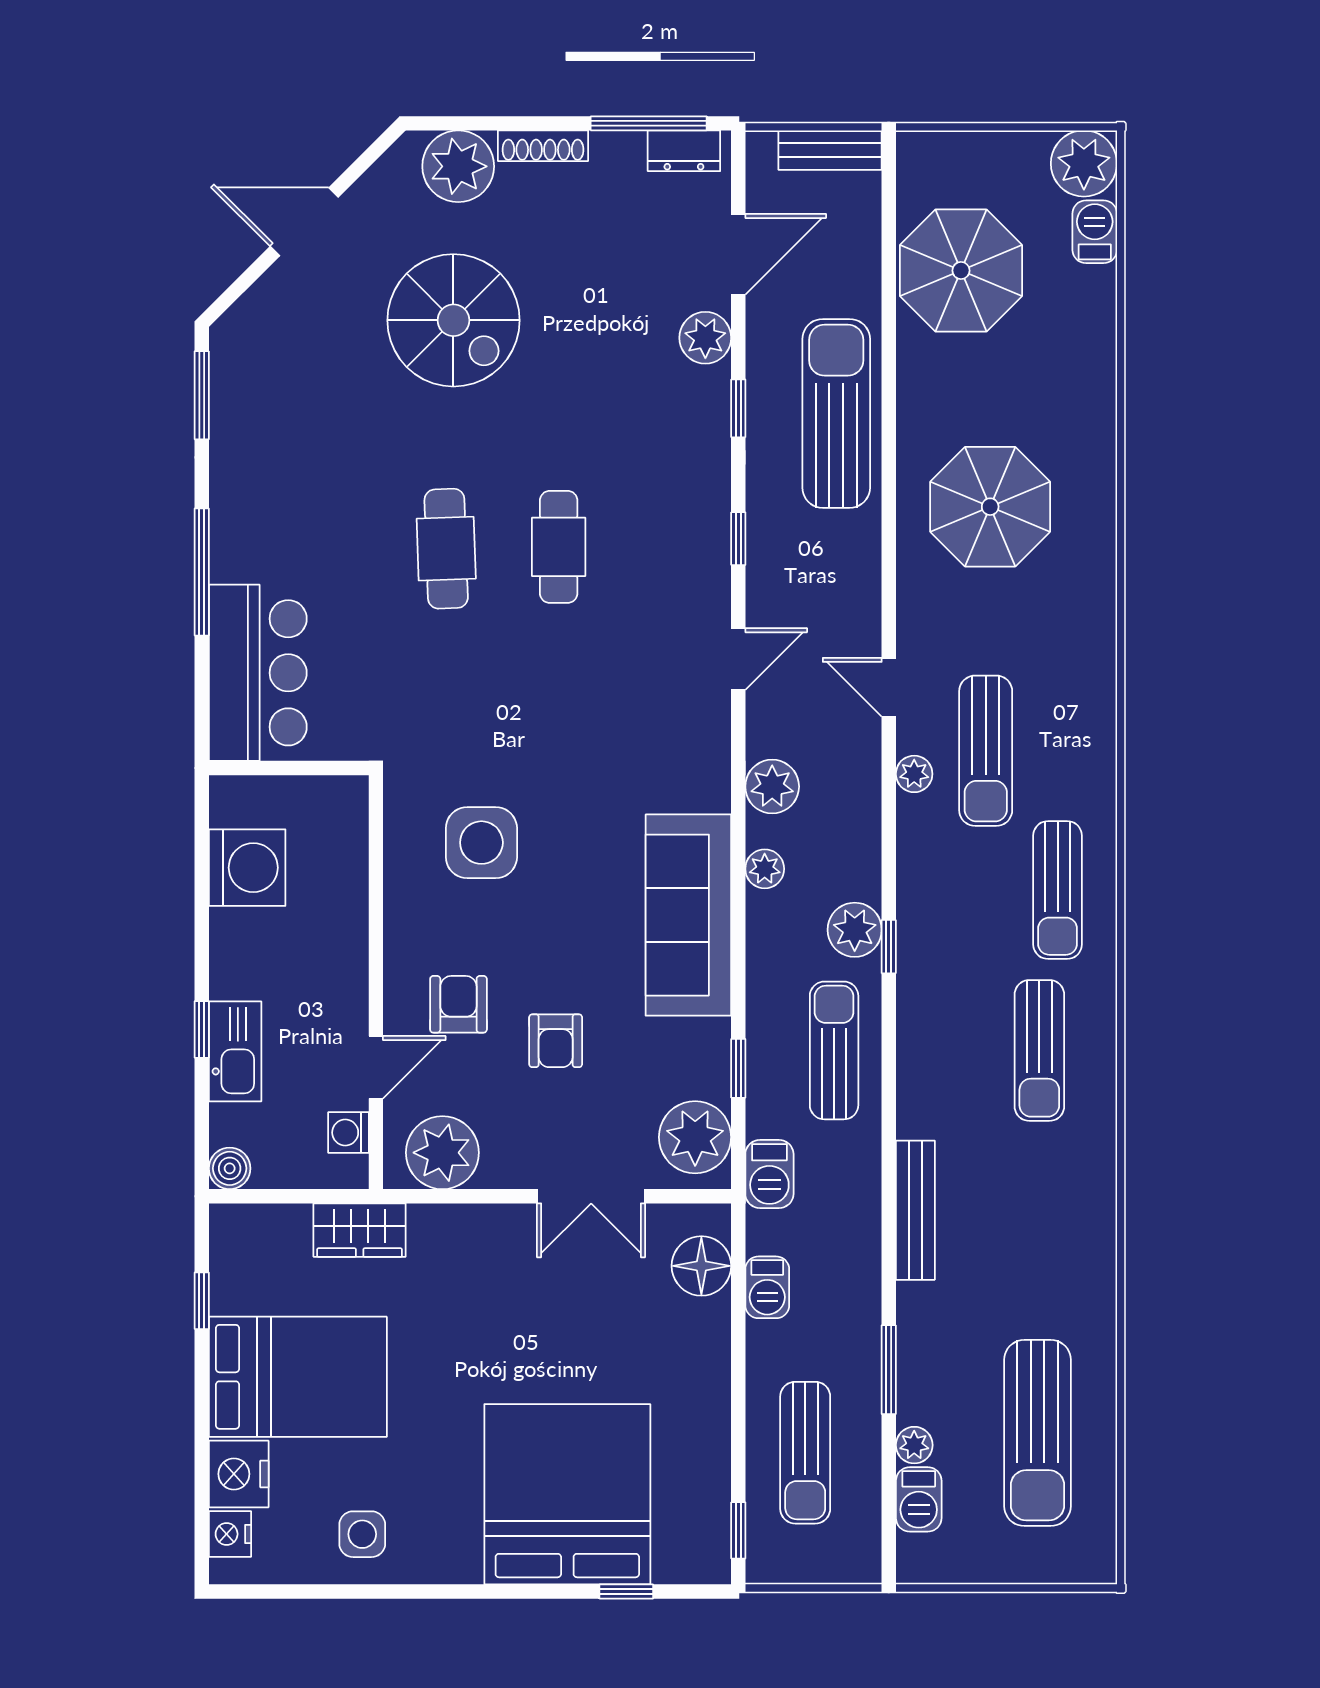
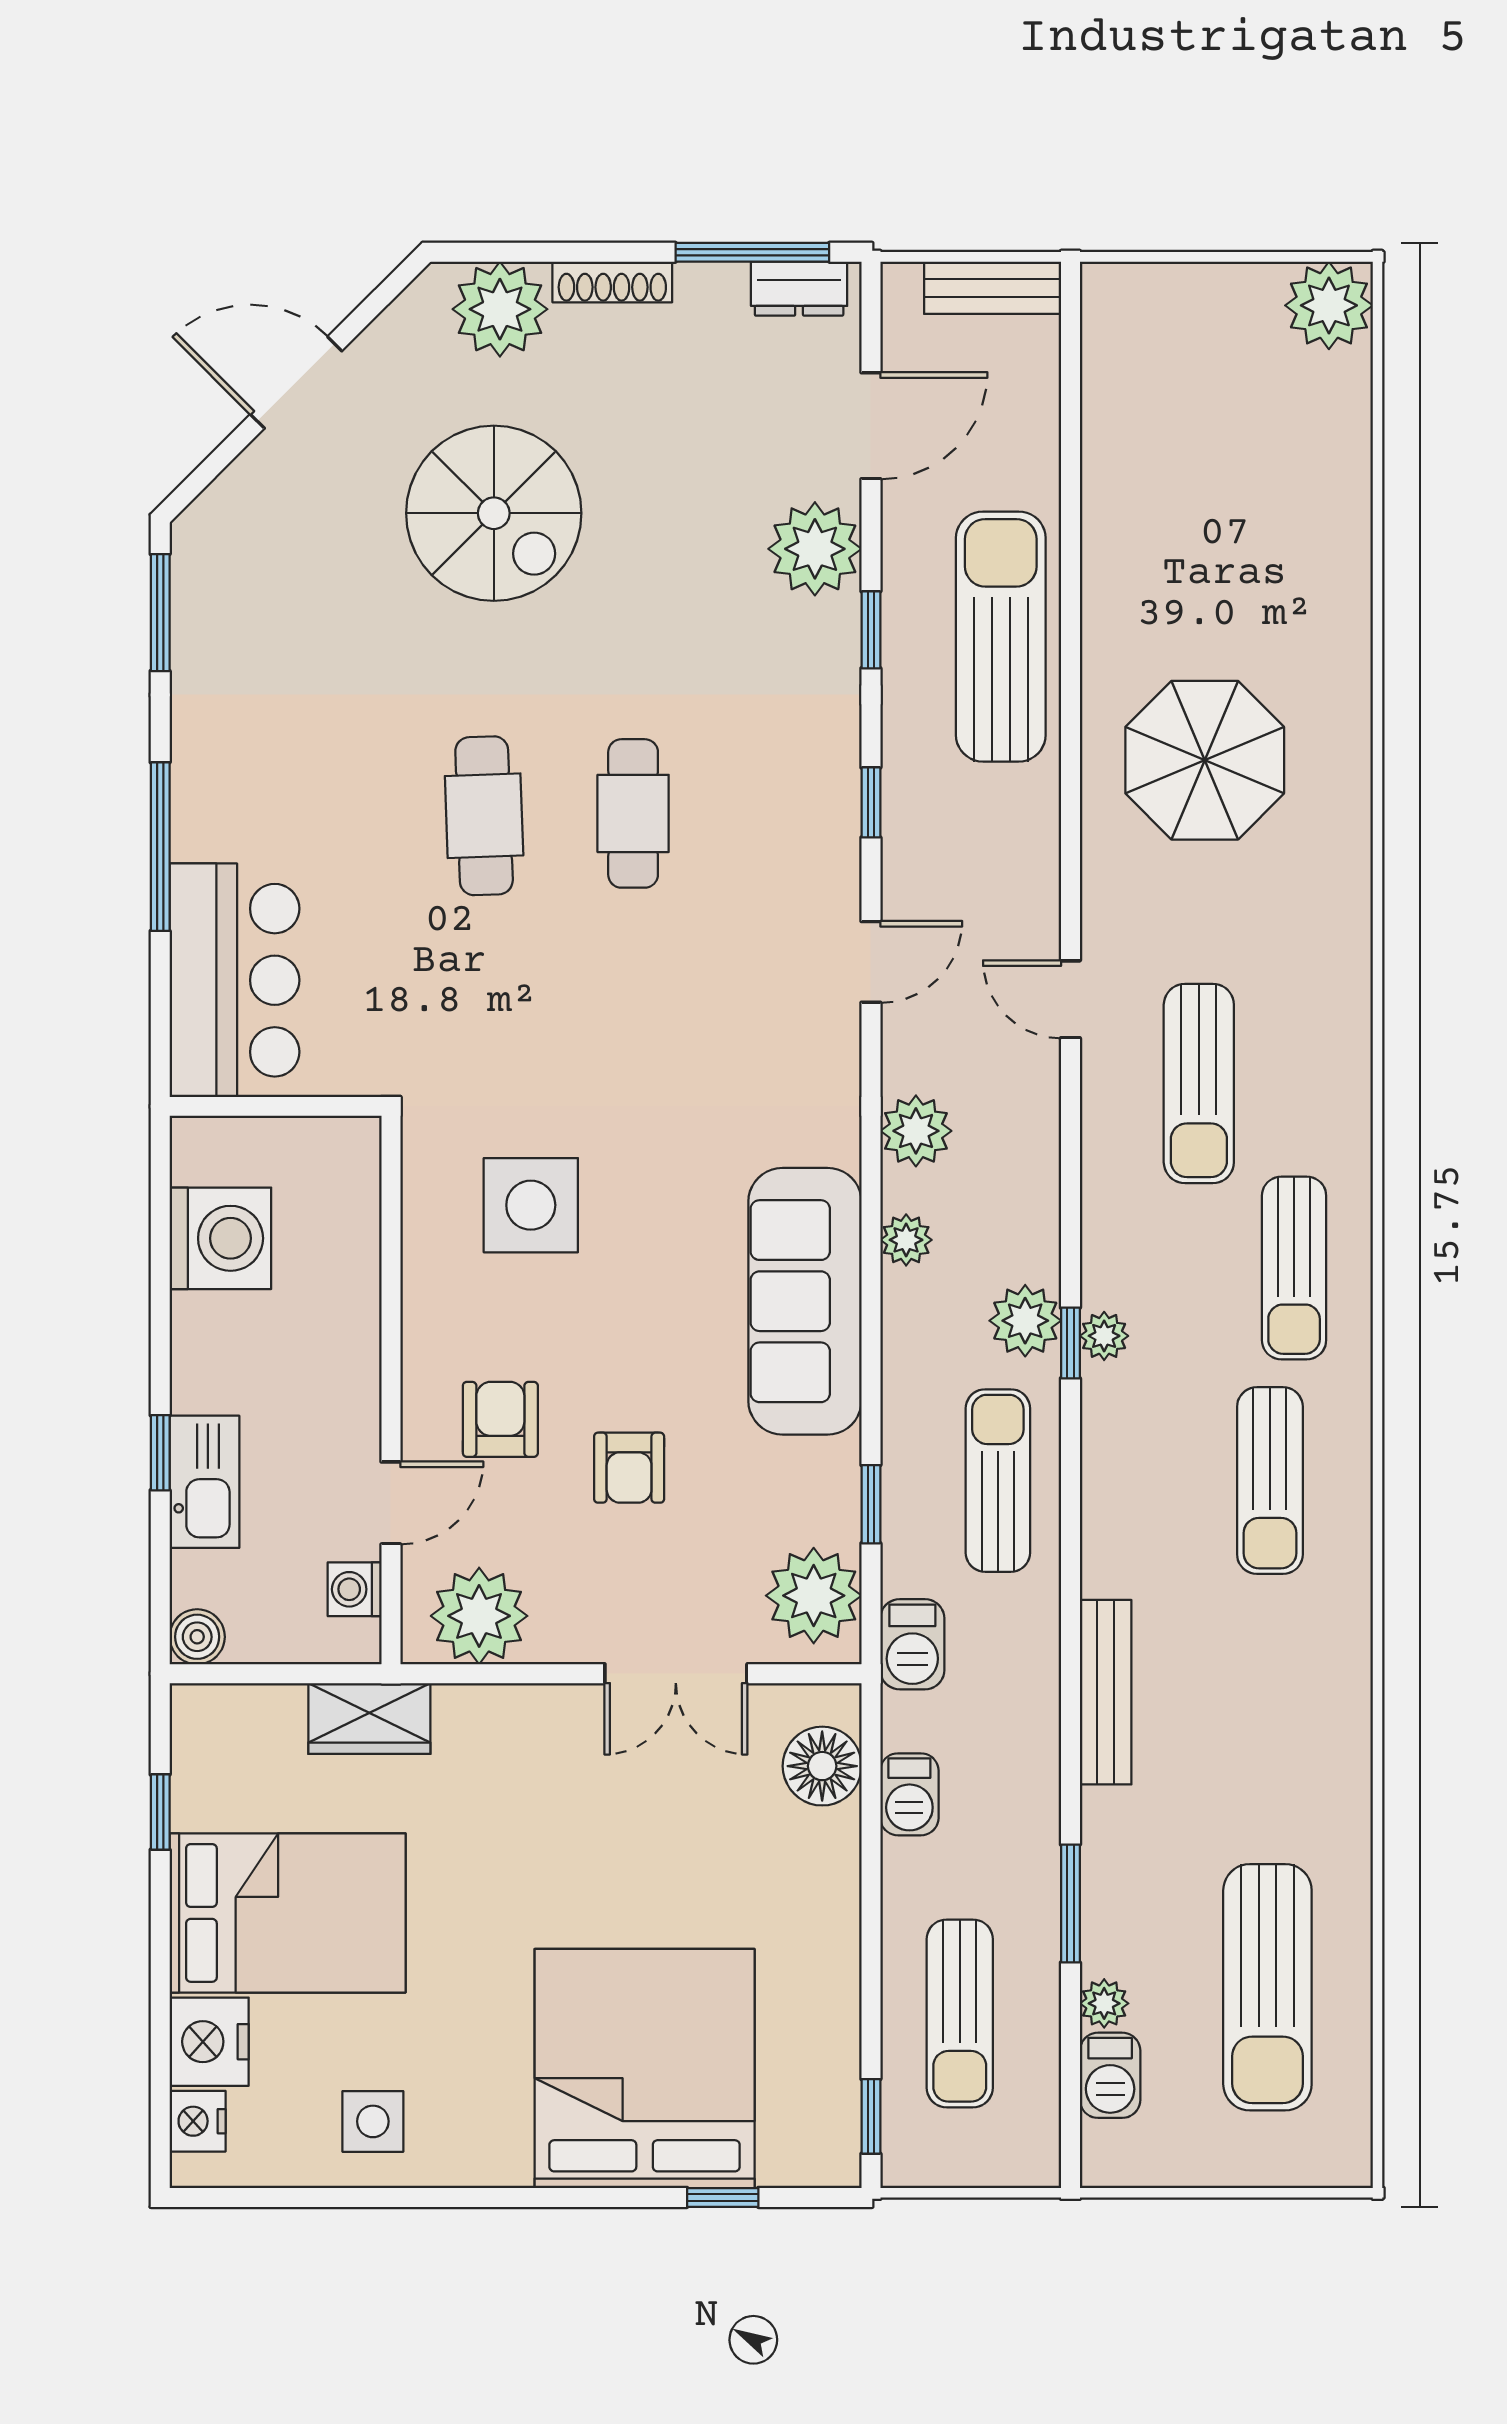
barbecue: (1095, 232) -> (1343, 396), removed
parasol: (961, 271) -> (1166, 447), removed
plant: (705, 338) -> (815, 549), width x1.36, depth x1.36
plant: (914, 774) -> (1104, 1336), moved

